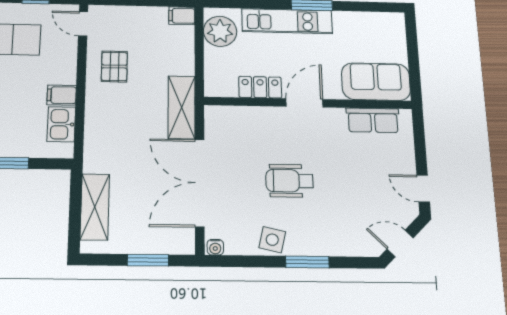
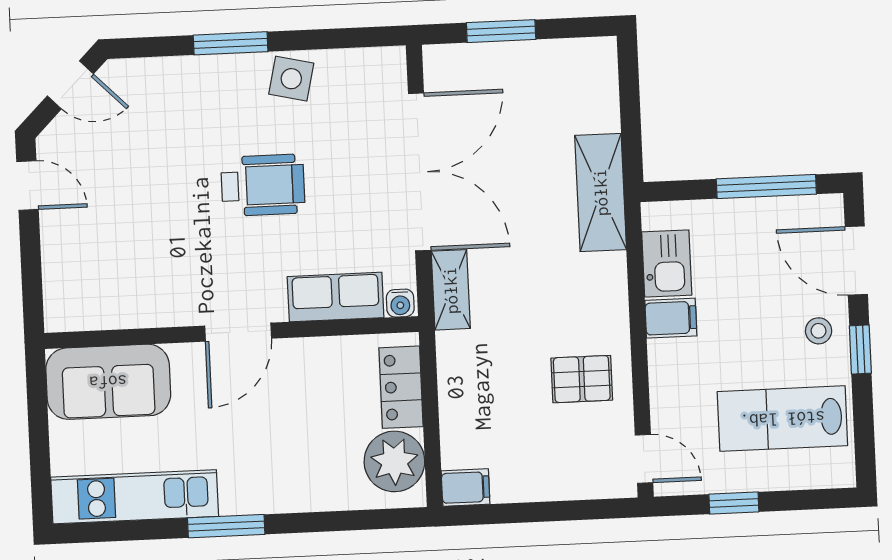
kitchen unit: (287, 21) -> (135, 497), moved
pallet: (114, 66) -> (582, 379), turned 90
locker: (260, 87) -> (401, 387), moved, turned 90
shelving: (182, 107) -> (451, 290), width x0.67, depth x0.75
row of seats: (373, 120) -> (336, 297), moved
shelving: (95, 207) -> (601, 192), moved
water cooler: (215, 247) -> (400, 303), moved, turned 180

